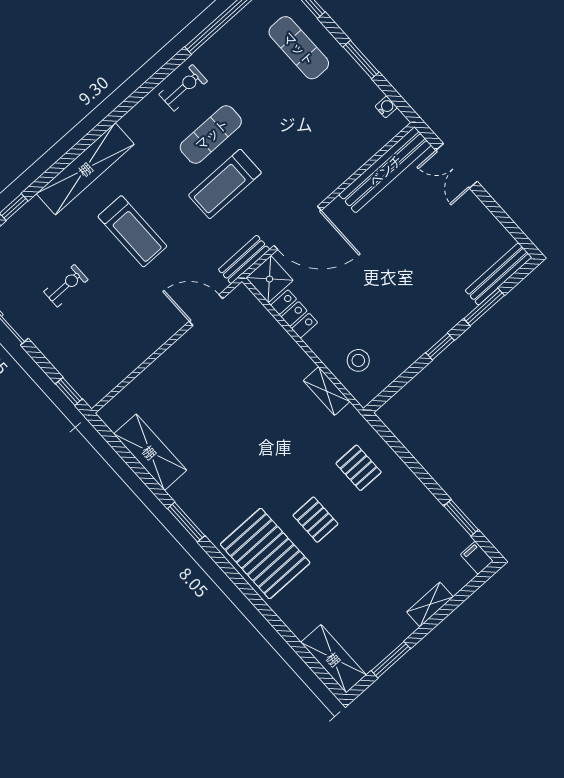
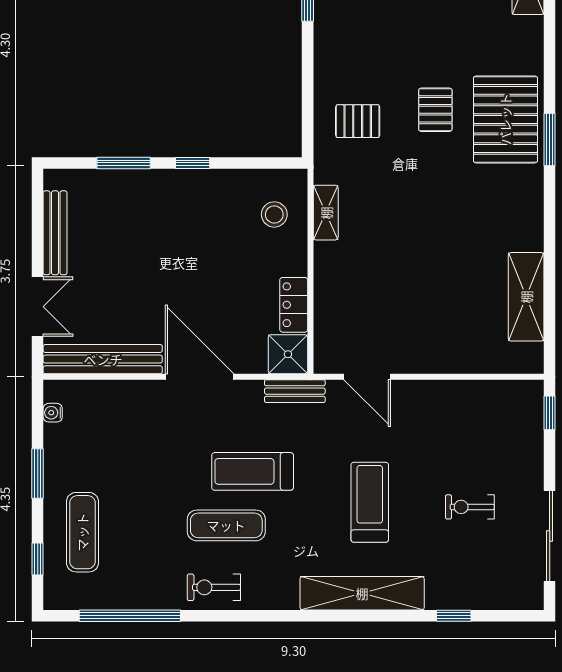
treadmill: (225, 184) -> (253, 471), turned 180
door: (298, 228) -> (199, 377), moved
bench: (499, 274) -> (55, 233), moved, turned 90
pallet: (359, 468) -> (358, 121), turned 90
window: (186, 522) -> (550, 140), moved

